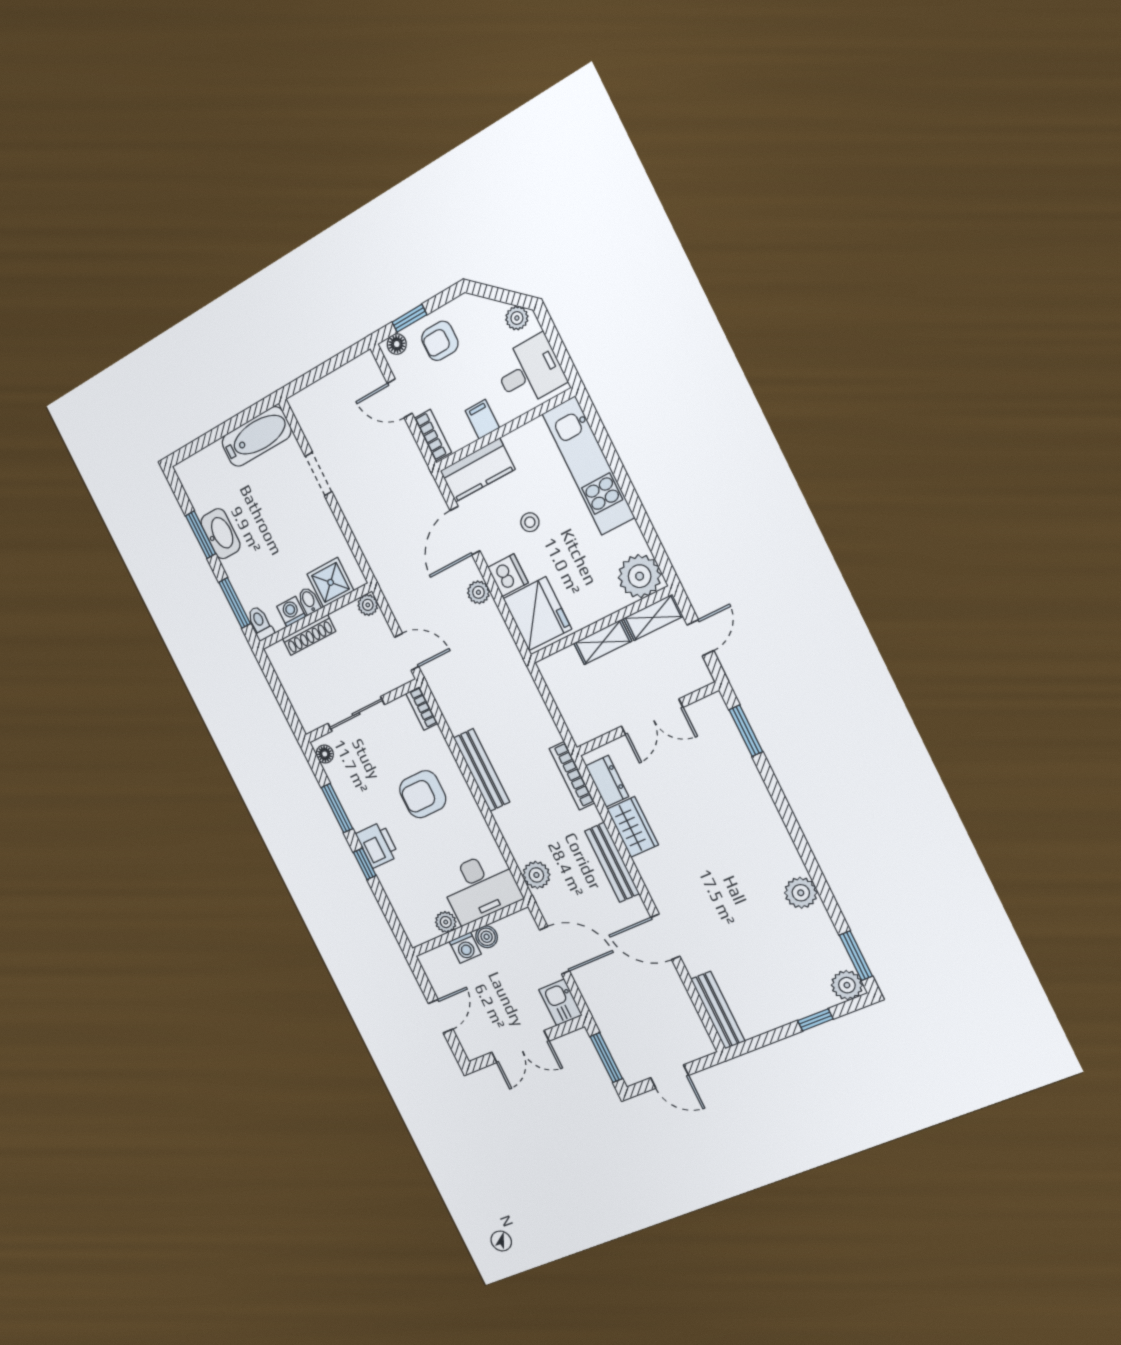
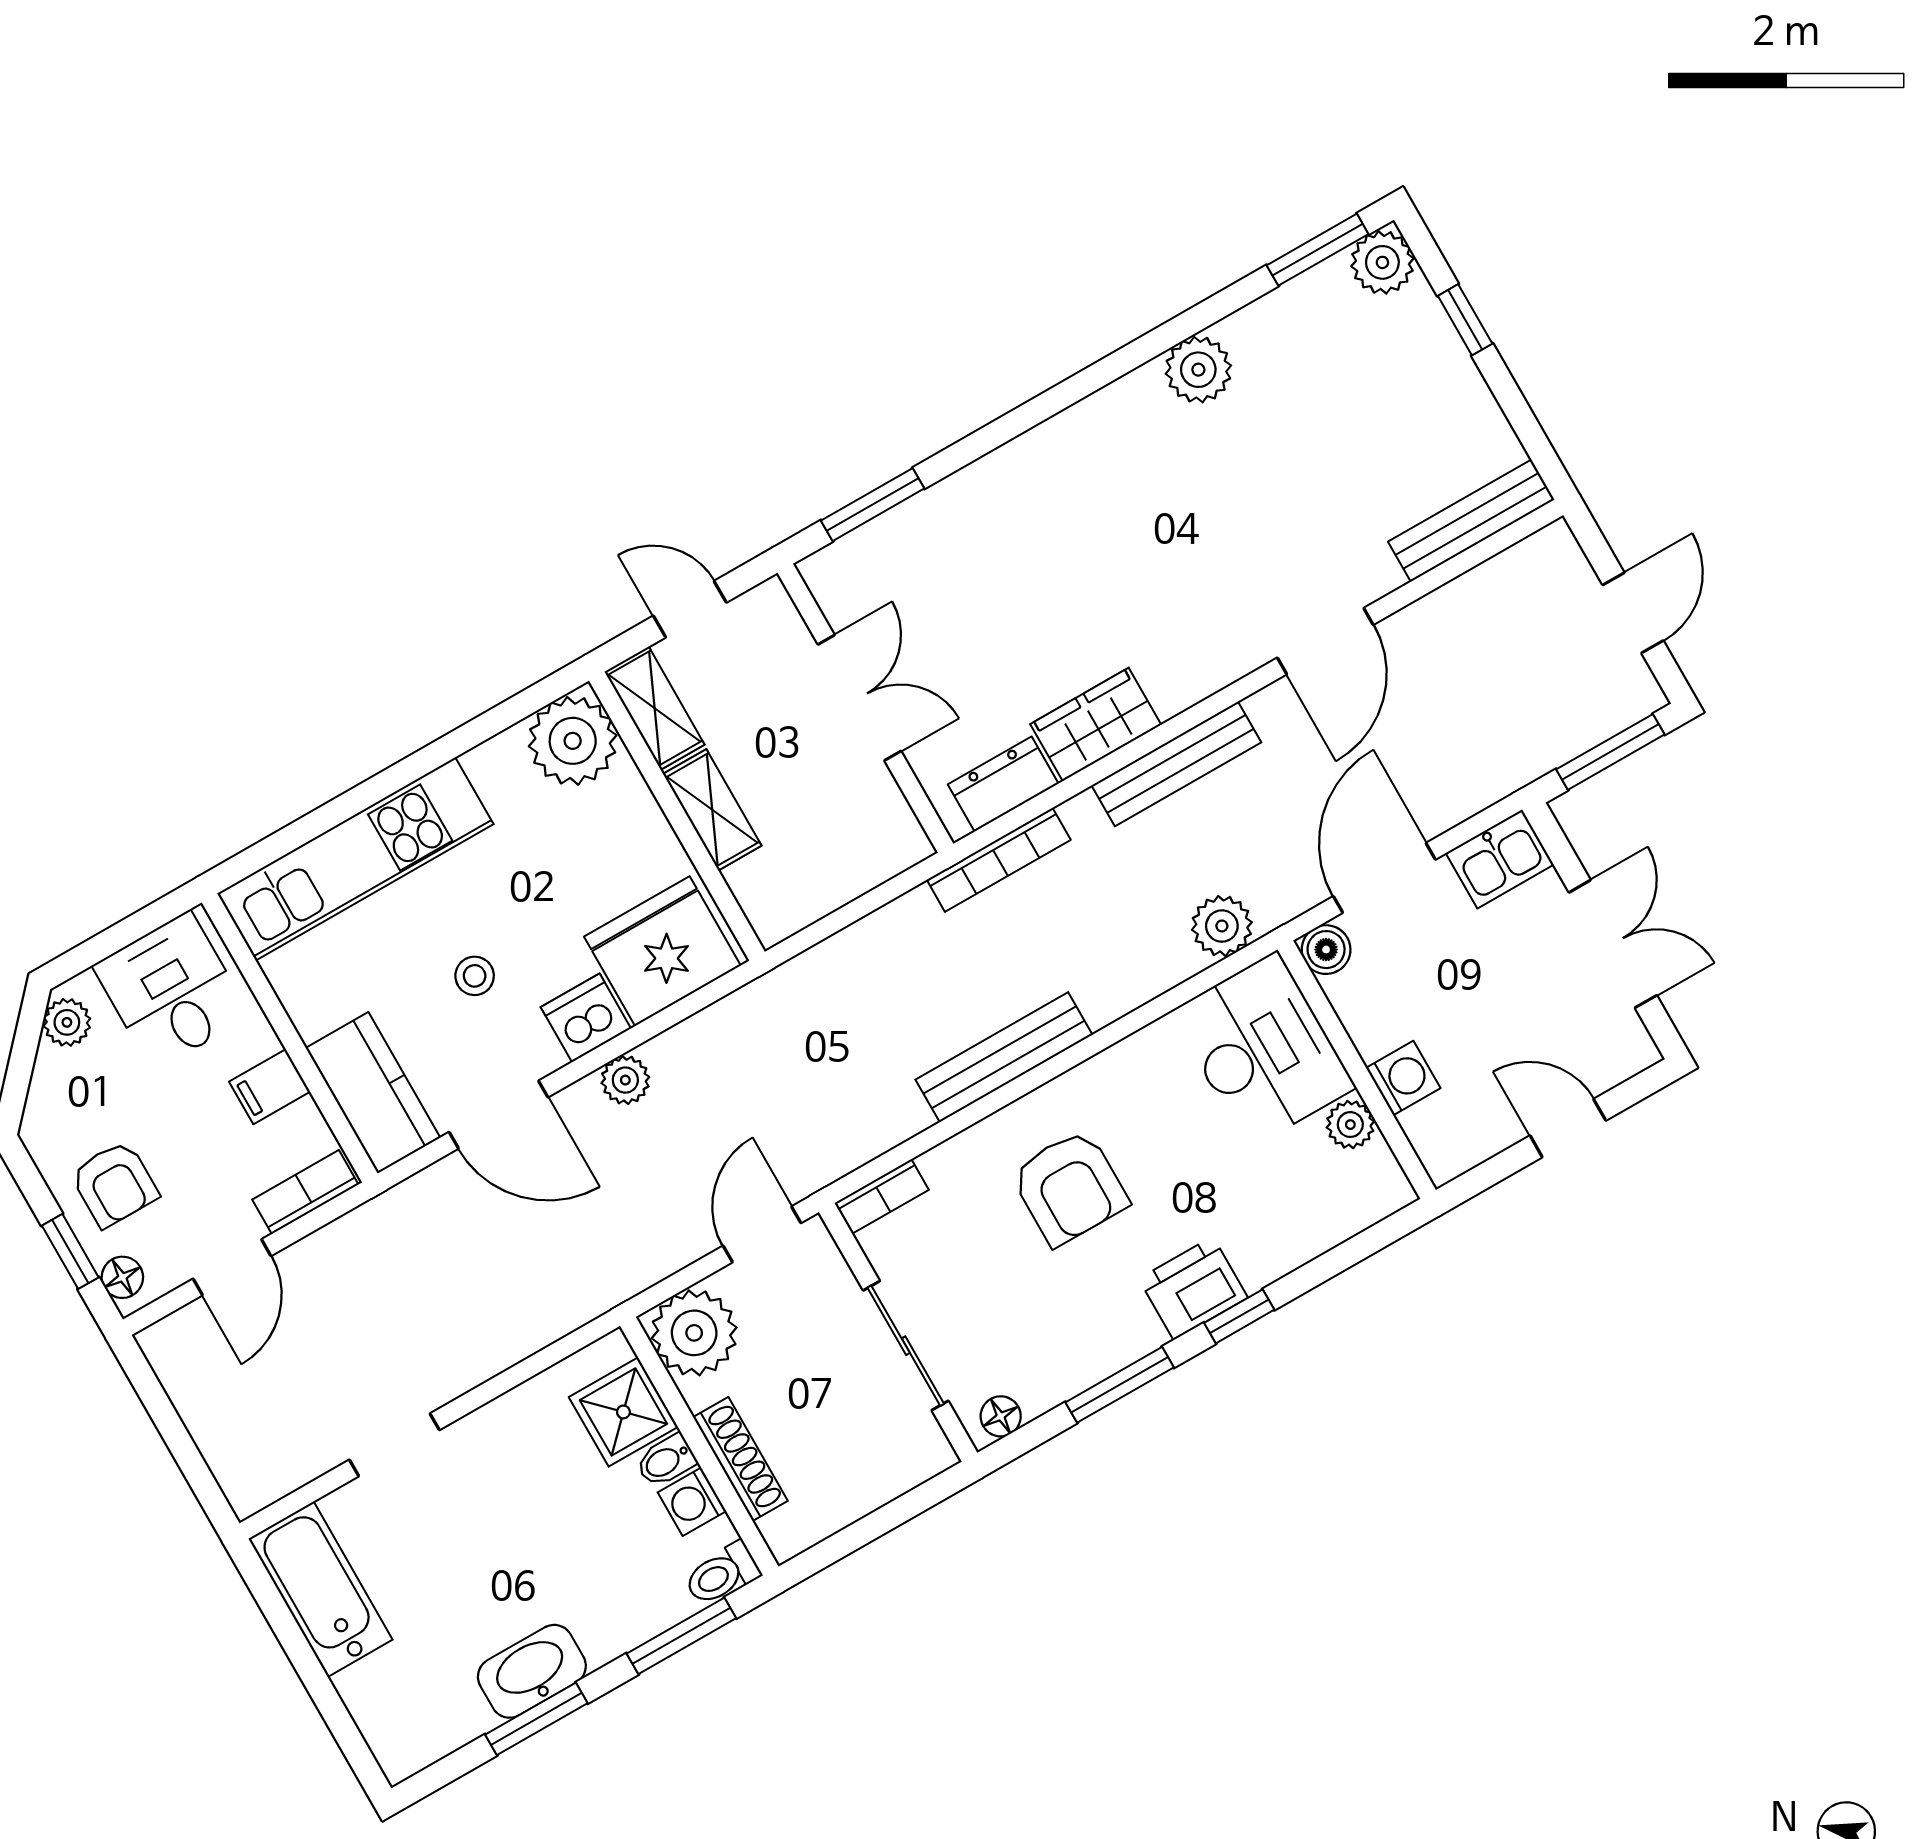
plant: (368, 605) -> (694, 1333), width x1.88, depth x1.88
boiler: (487, 937) -> (1326, 950), moved

